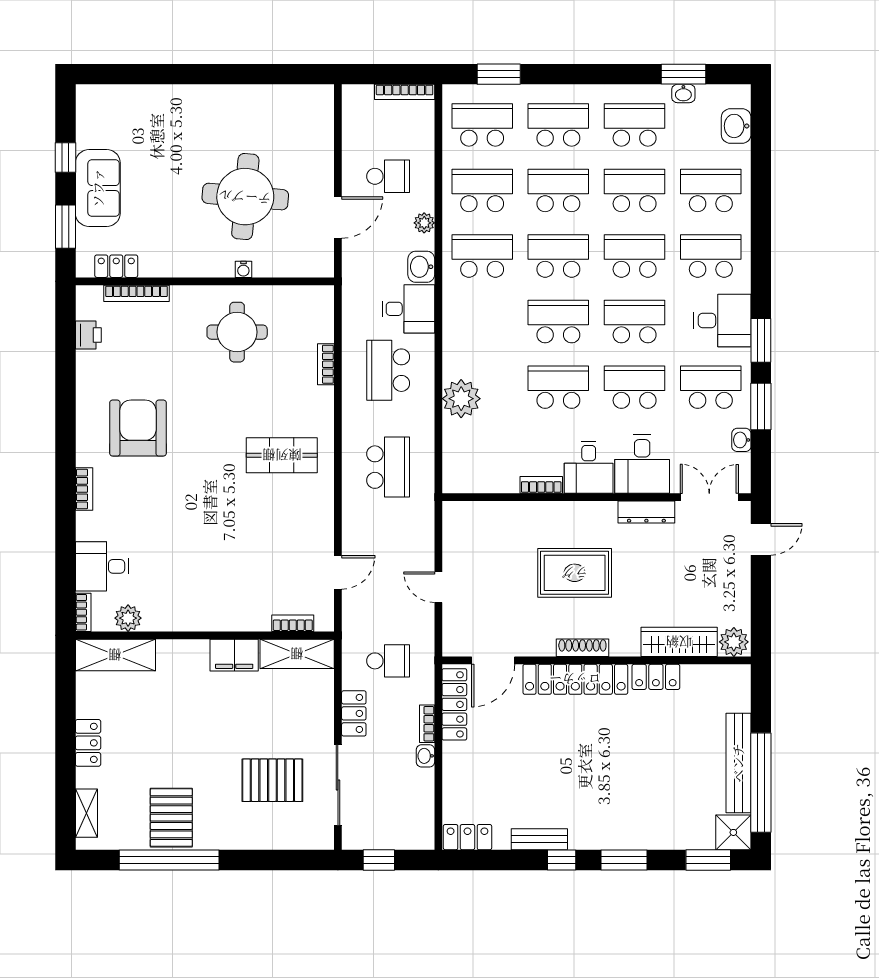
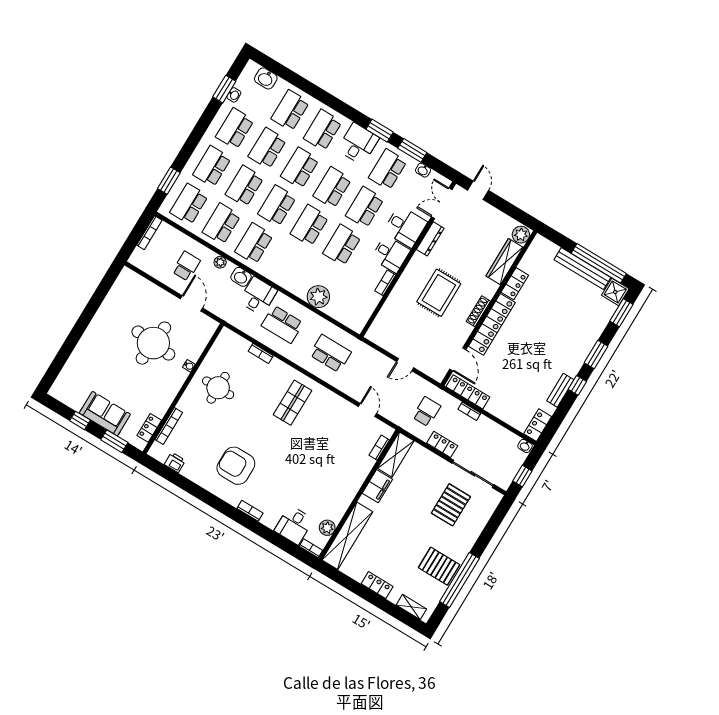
shelving: (115, 655) -> (347, 536), width x1.47
washbasin: (425, 756) -> (525, 446), moved

